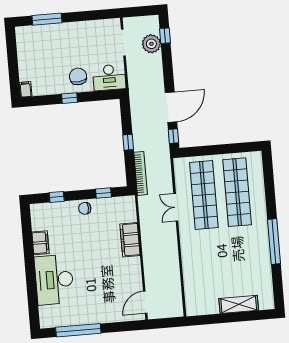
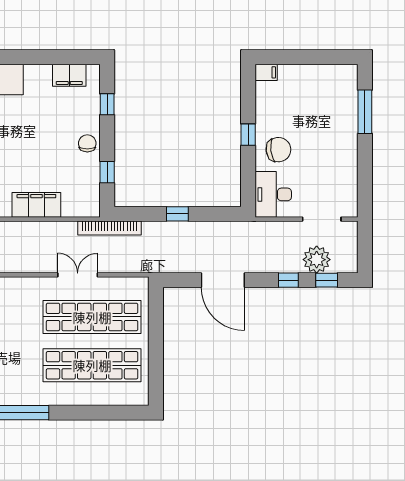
window: (173, 136) -> (288, 280), moved
bookcase: (141, 173) -> (109, 228), moved
filing cabinet: (40, 243) -> (69, 75), moved

